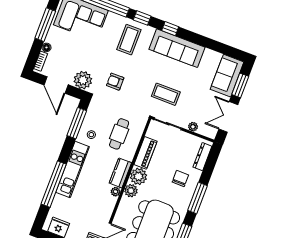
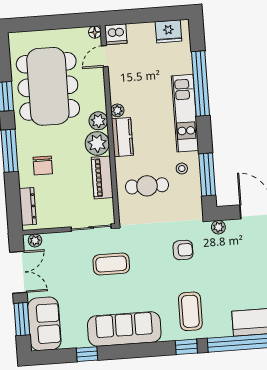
window: (170, 29) -> (87, 354), moved
plant: (83, 80) -> (218, 227), width x0.53, depth x0.53
plant: (193, 127) -> (35, 240), moved
cafe table: (119, 134) -> (147, 186), turned 90

